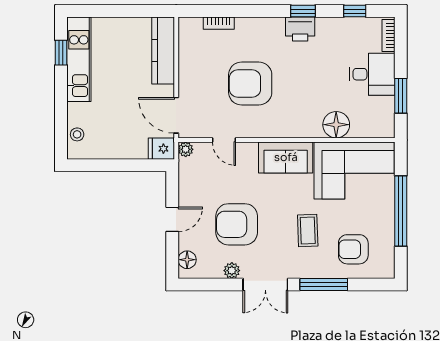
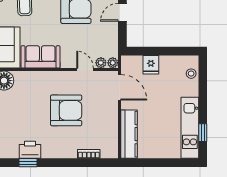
fridge: (161, 149) -> (151, 65), moved, turned 90
plant: (202, 149) -> (101, 63), added

